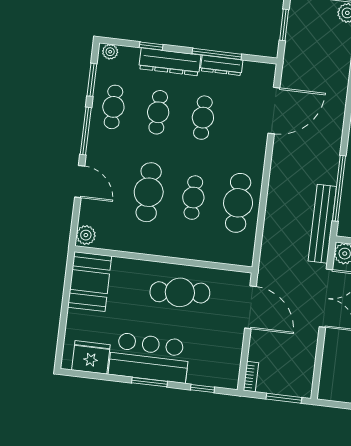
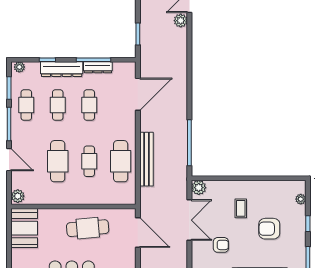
bench: (322, 224) -> (147, 159), moved

